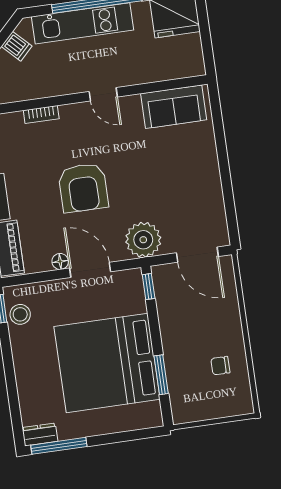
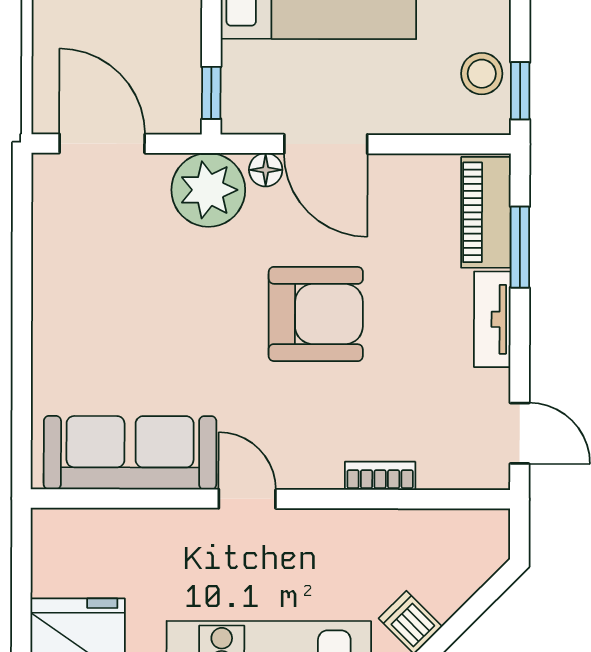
sofa: (174, 107) -> (130, 453), width x1.36
armchair: (83, 188) -> (316, 314), turned 90
floor lamp: (60, 261) -> (266, 170), moved

